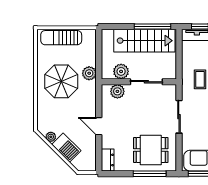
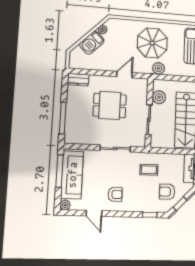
plant: (117, 91) -> (141, 93), removed
door: (99, 126) -> (124, 75), moved
dining table: (151, 150) -> (110, 105), moved, turned 90

